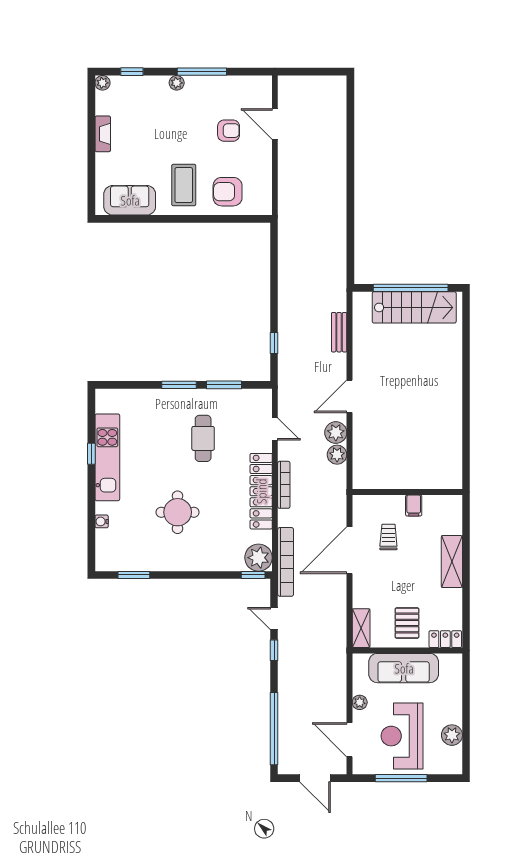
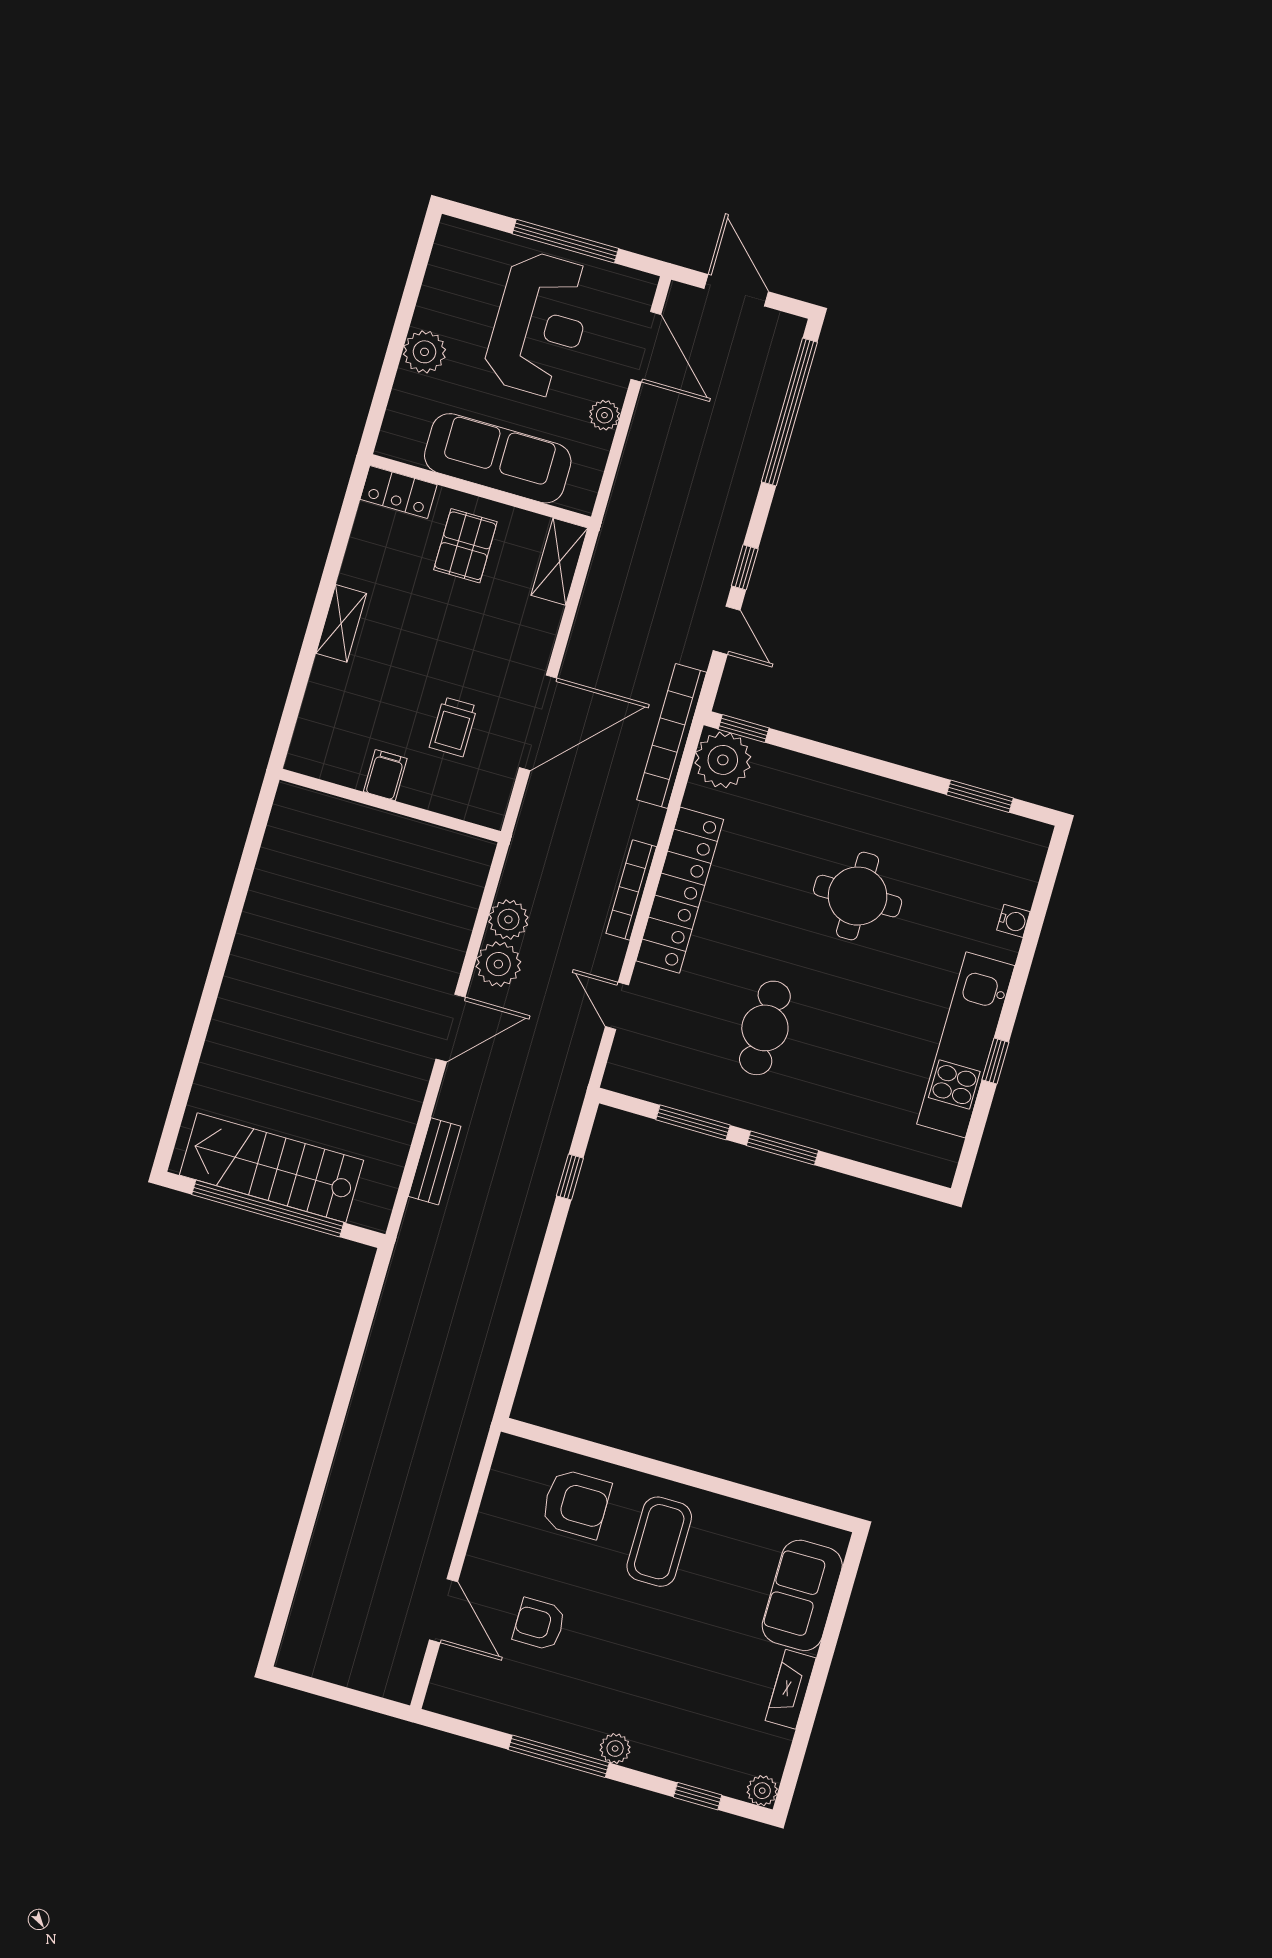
sofa: (130, 200) -> (802, 1595), moved, turned 90
shelving: (452, 562) -> (341, 623), width x0.67, depth x0.75
plant: (452, 735) -> (424, 352), moved

